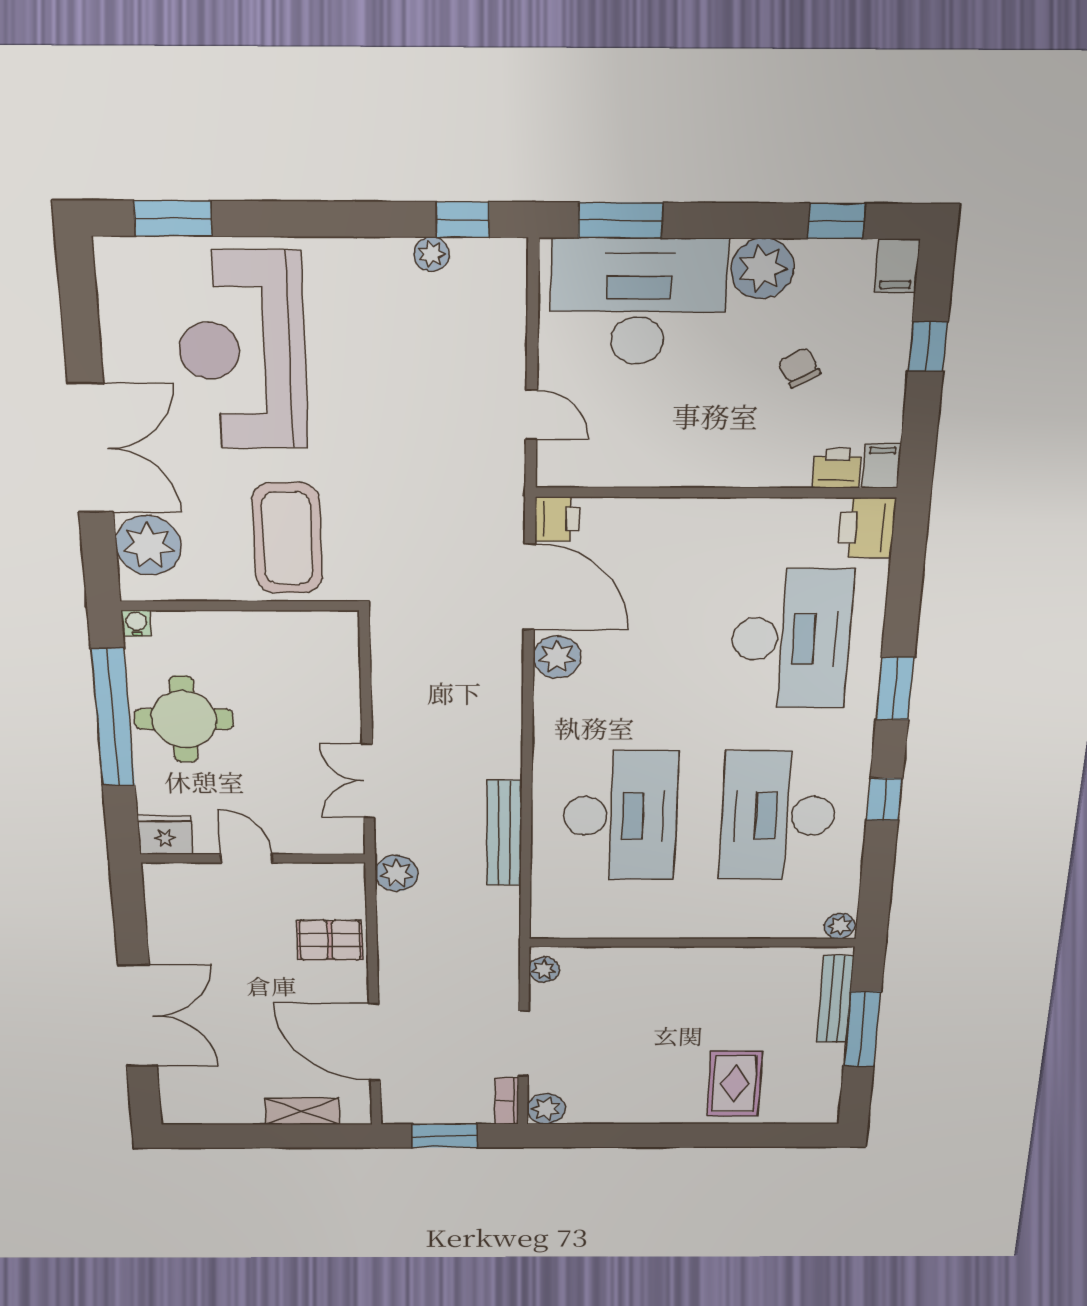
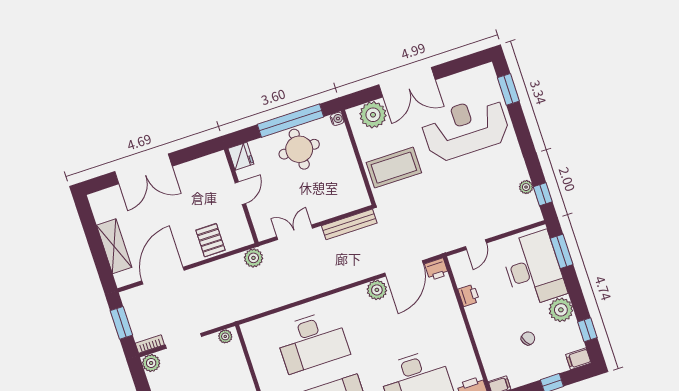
printer: (837, 469) -> (469, 295), moved
bench: (504, 833) -> (349, 224), moved
shelving: (302, 1111) -> (114, 246), width x1.50, depth x1.33

